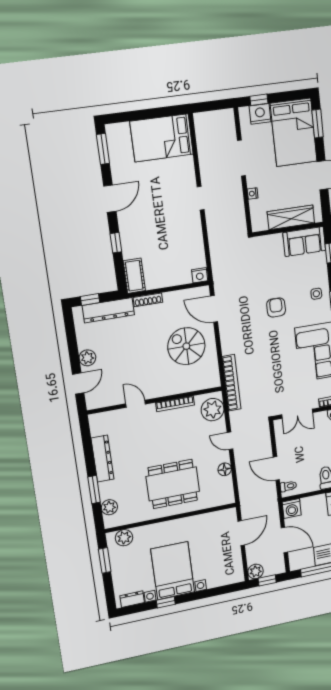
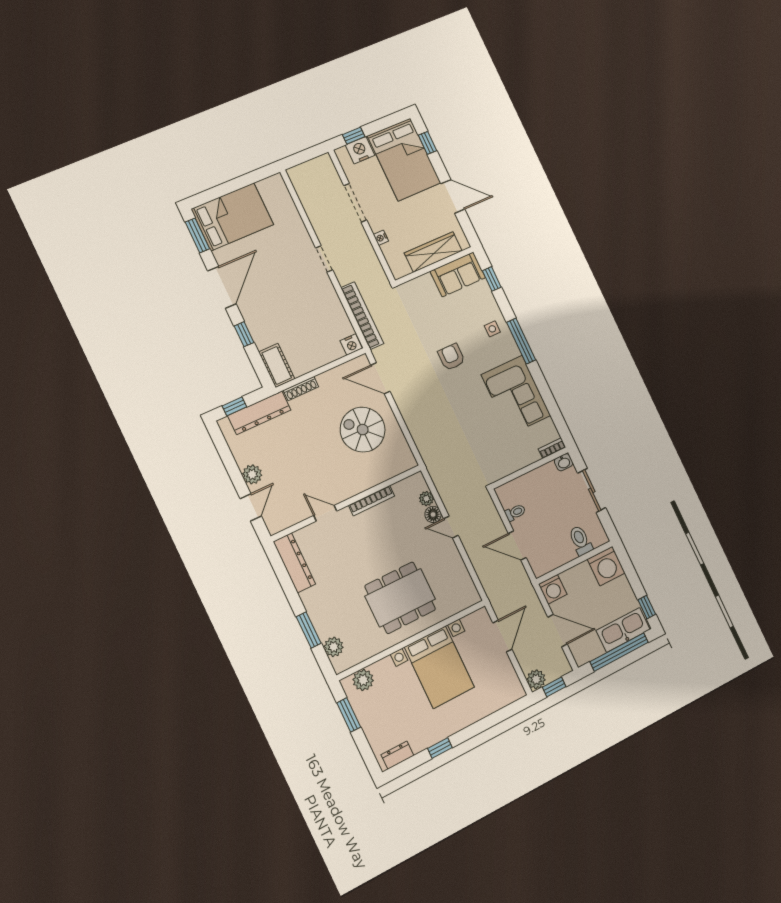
window: (318, 124) -> (427, 143), width x0.67
bed: (162, 138) -> (232, 217), moved, turned 180
door: (110, 199) -> (222, 287), width x1.36
bookcase: (232, 383) -> (362, 316), moved
plant: (213, 410) -> (426, 499), width x0.53, depth x0.53
double door: (297, 414) -> (519, 473), removed
dresser: (102, 459) -> (294, 563), moved
floor lamp: (225, 469) -> (433, 514), moved
toilet: (288, 486) -> (515, 512), moved
bed with nightstands: (173, 571) -> (439, 667), moved, turned 180

